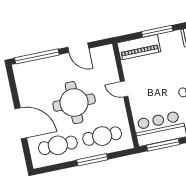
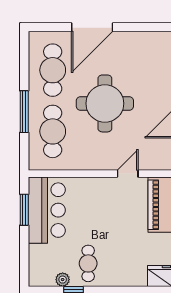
door: (124, 89) -> (128, 174), moved
window: (163, 145) -> (24, 210), width x0.69

